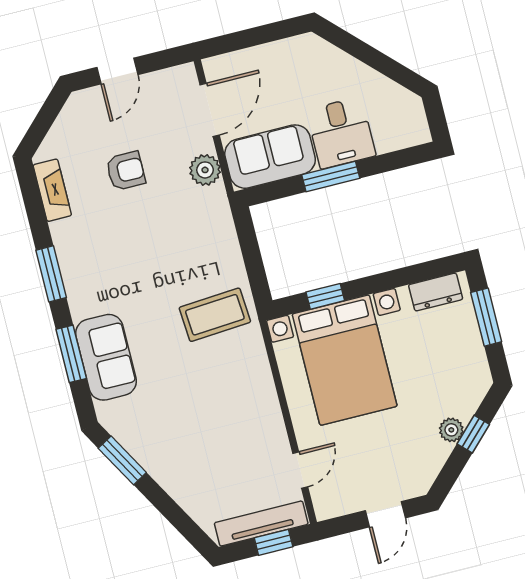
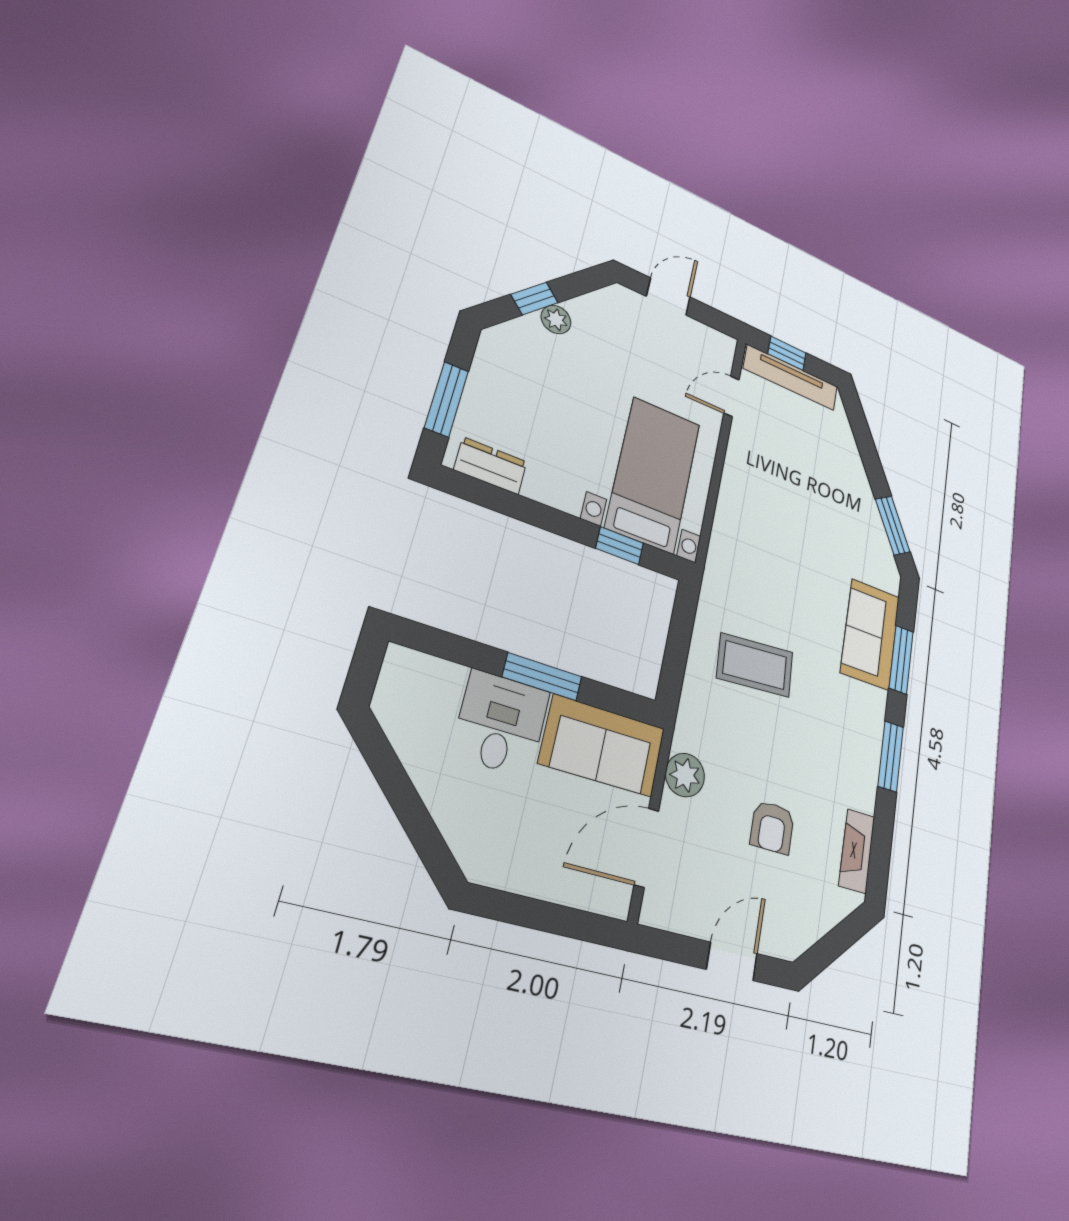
armchair: (126, 171) -> (772, 827), turned -90
coffee table: (215, 315) -> (755, 665), moved
bed with nightstands: (345, 360) -> (653, 475), width x0.73

